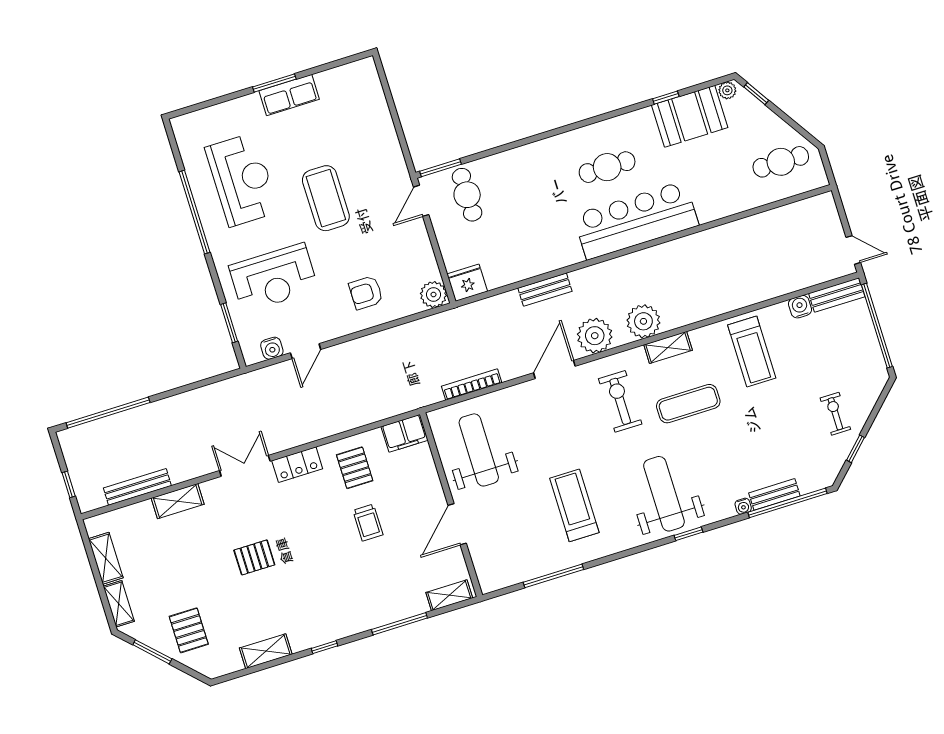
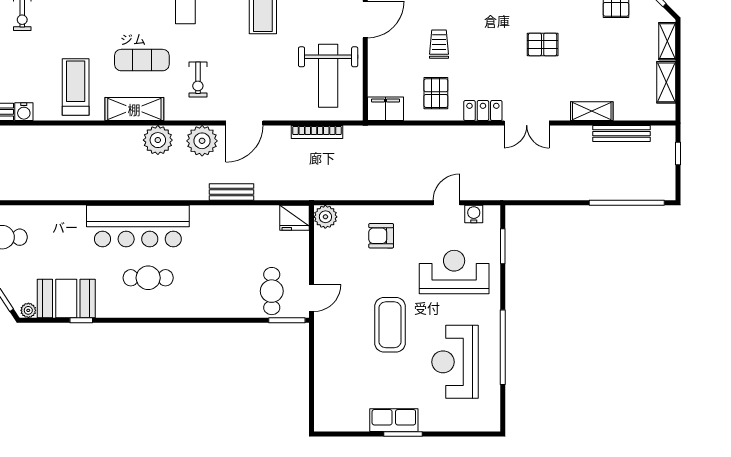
armchair: (366, 293) -> (381, 236), turned 180
shelving: (668, 347) -> (134, 109), width x1.50, depth x1.33
exercise bike: (620, 401) -> (198, 80), width x0.73, depth x0.72

